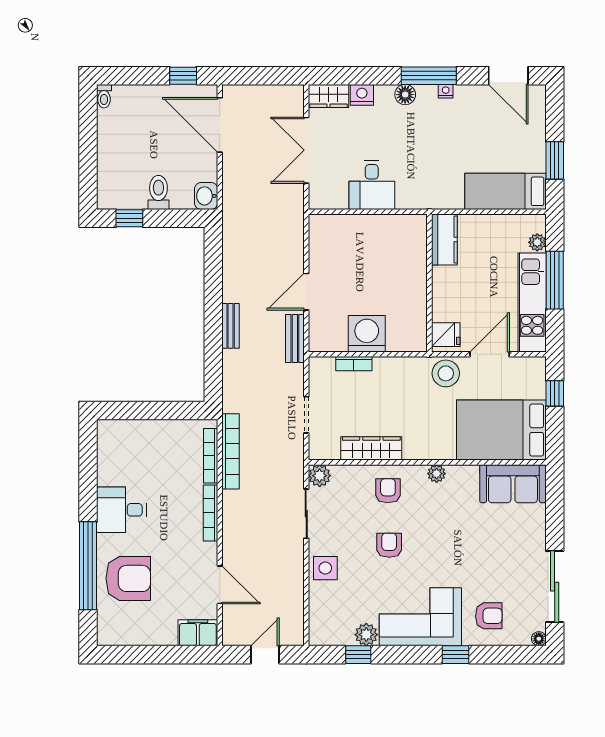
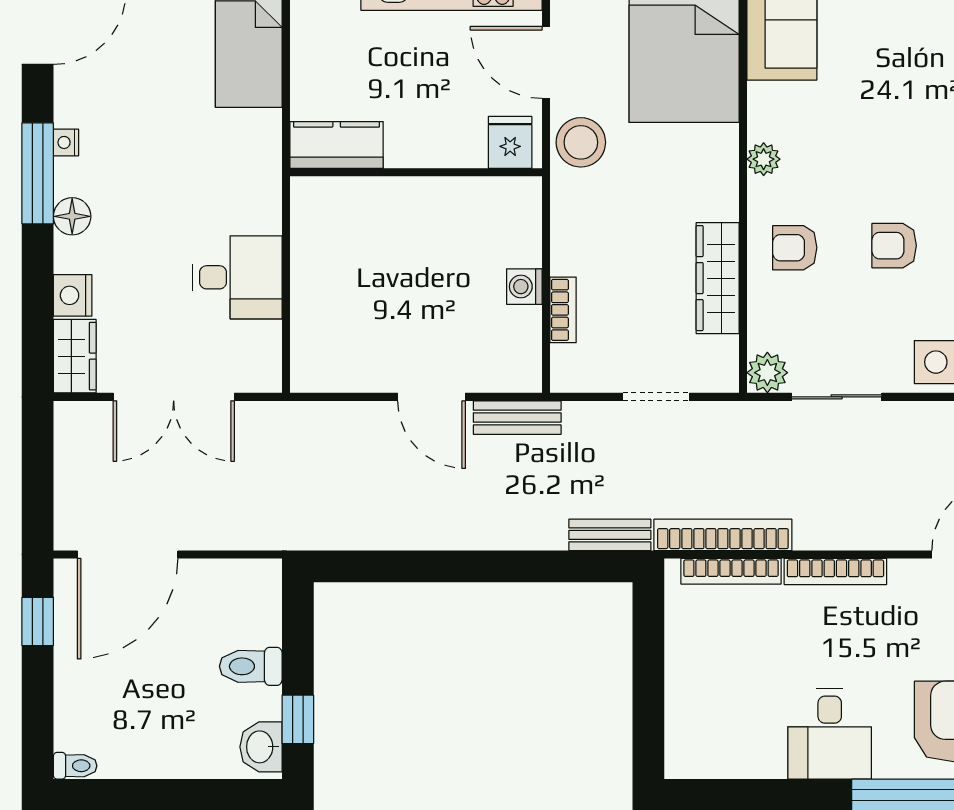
washbasin: (206, 196) -> (261, 747), moved, turned 90
bench: (231, 326) -> (610, 535), moved
washing machine: (367, 334) -> (524, 287), width x0.53, depth x0.53

